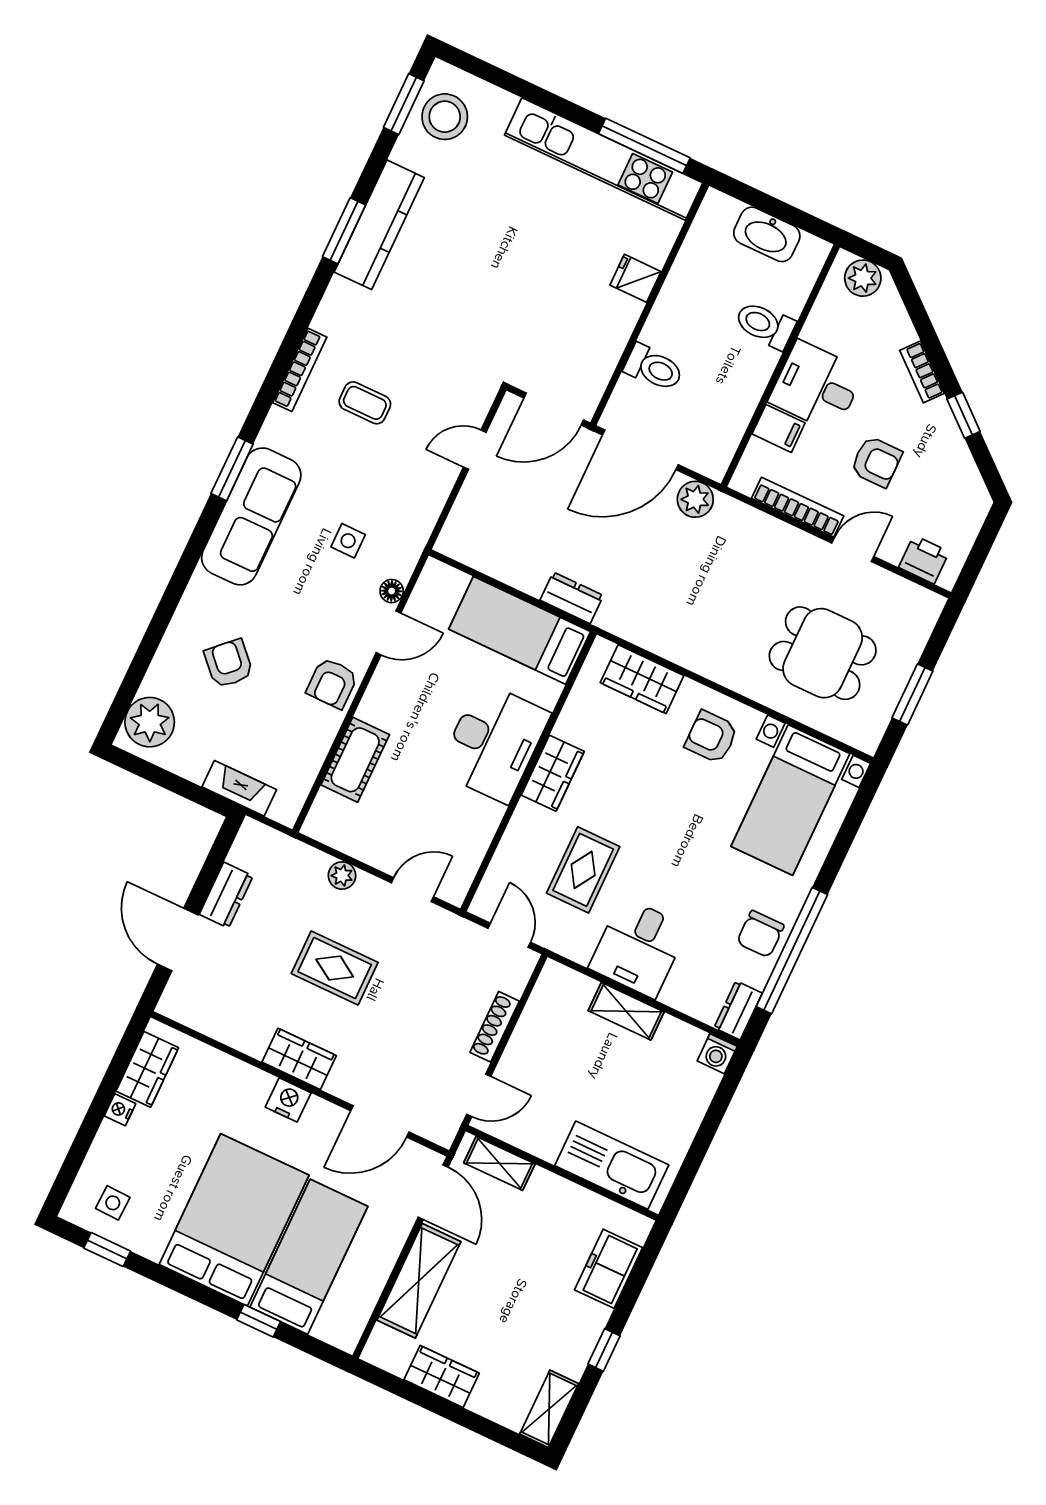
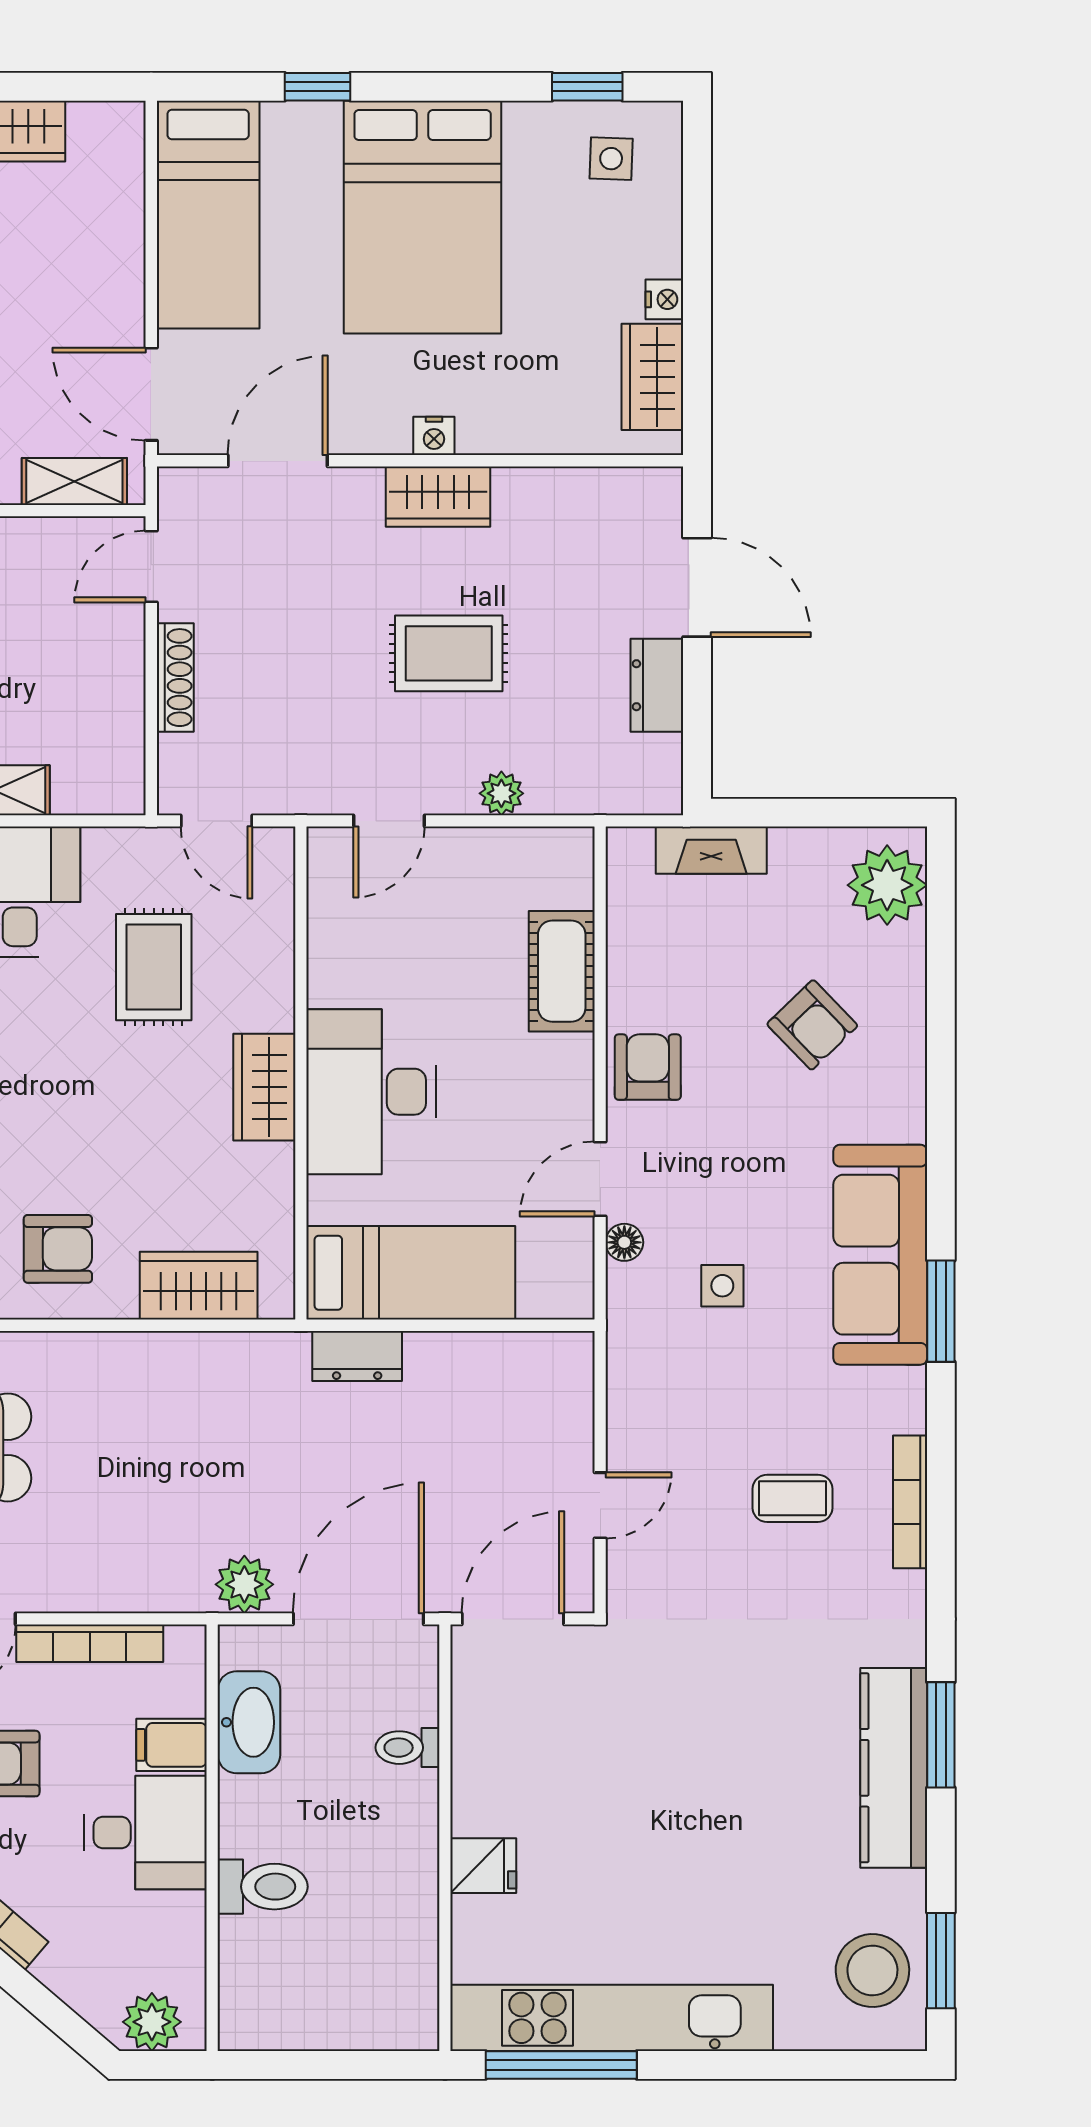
washbasin: (767, 234) -> (249, 1722), moved, turned 90
toilet: (654, 368) -> (407, 1748), width x0.73, depth x0.72
nightstand: (288, 1100) -> (434, 436), width x0.72, depth x0.74
bed: (309, 1257) -> (208, 215), moved
shelving: (419, 1281) -> (111, 255), removed

